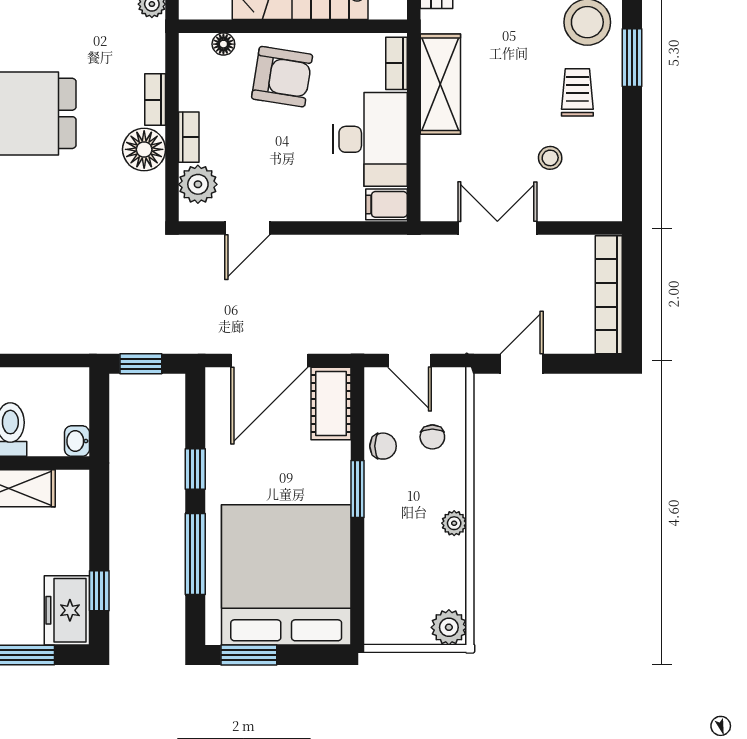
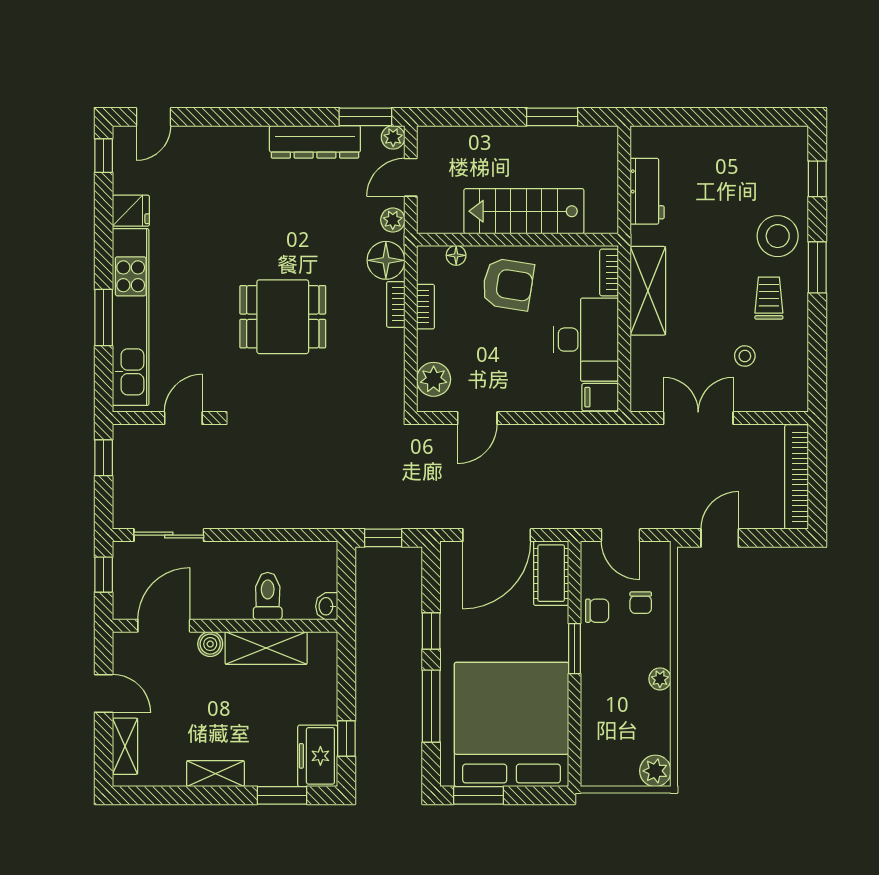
bookcase: (189, 137) -> (425, 307), moved
floor lamp: (144, 149) -> (386, 260), moved

